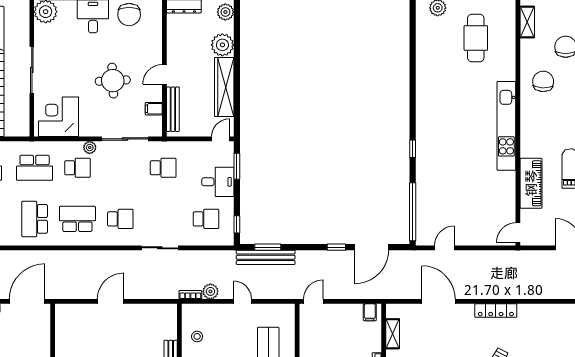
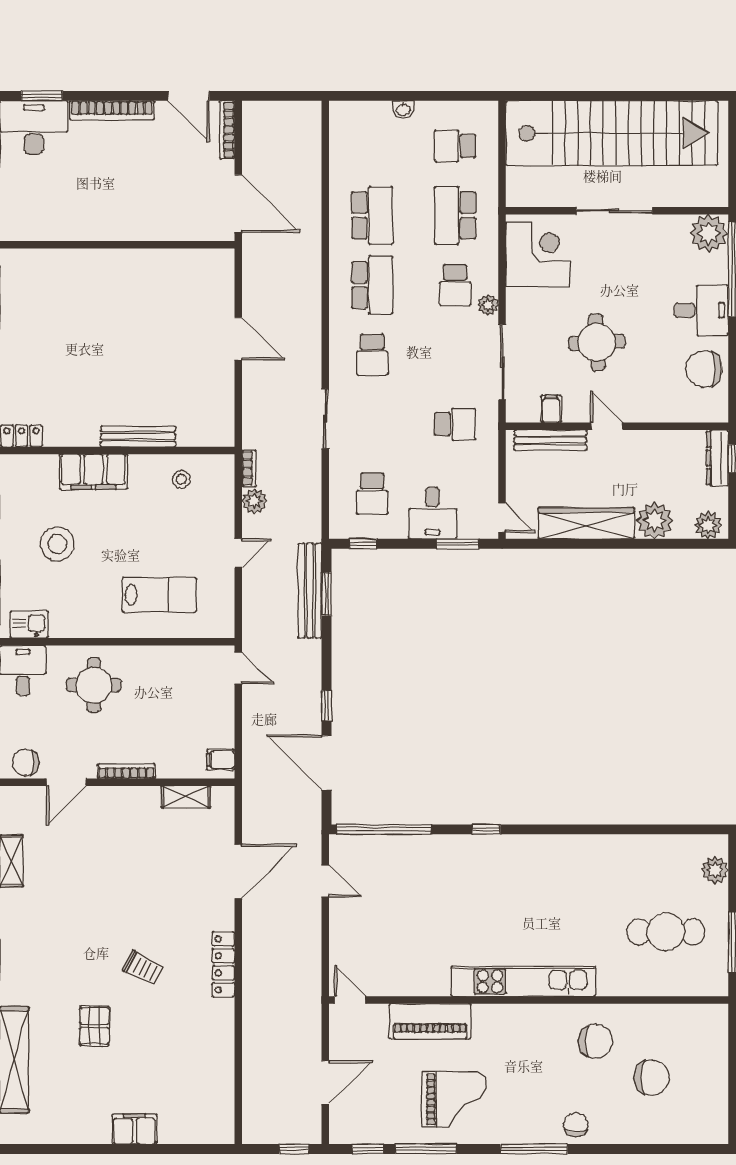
shelving: (527, 22) -> (692, 1015), removed
school desk: (163, 168) -> (455, 424), turned -90
school desk: (35, 219) -> (372, 215), turned 90

